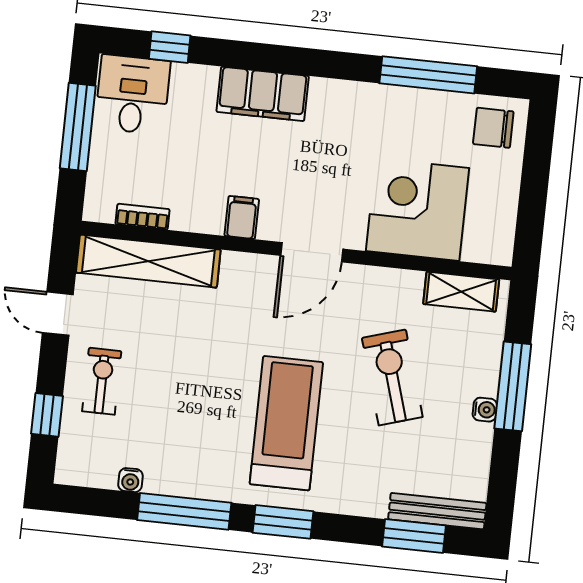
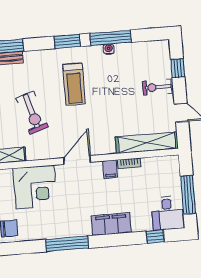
window: (428, 75) -> (67, 244), moved
bookcase: (143, 217) -> (129, 163), moved
exercise bike: (102, 381) -> (157, 87), turned 90
treadmill: (286, 423) -> (74, 84), width x0.73, depth x0.73
water cooler: (130, 480) -> (109, 49), moved

